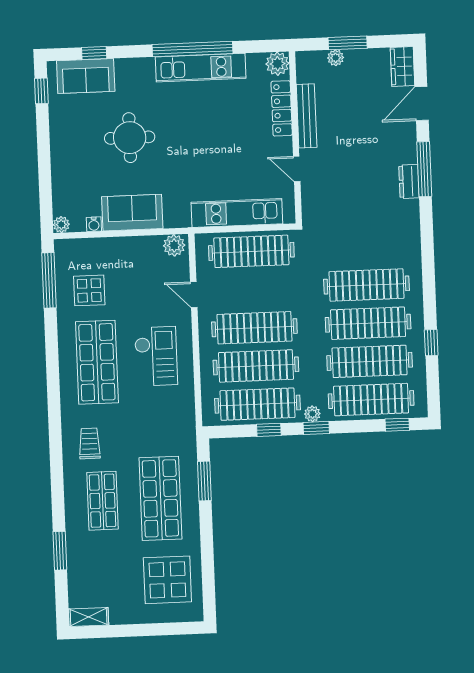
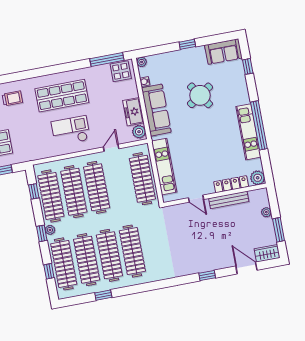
window: (348, 43) -> (279, 230), moved
sofa: (86, 76) -> (223, 52), moved, turned -90
window: (41, 91) -> (187, 44), moved
round table: (130, 138) -> (200, 95), turned -34
door: (297, 169) -> (196, 199), swing flipped
window: (424, 169) -> (207, 276), width x0.46
dresser: (409, 181) -> (198, 267), removed
sofa: (132, 213) -> (156, 110), width x1.36
freezer: (140, 250) -> (133, 112), added
display table: (89, 290) -> (121, 71), moved
checkout: (156, 356) -> (71, 131), turned 180
window: (397, 425) -> (49, 271), moved
window: (269, 430) -> (34, 191), moved

